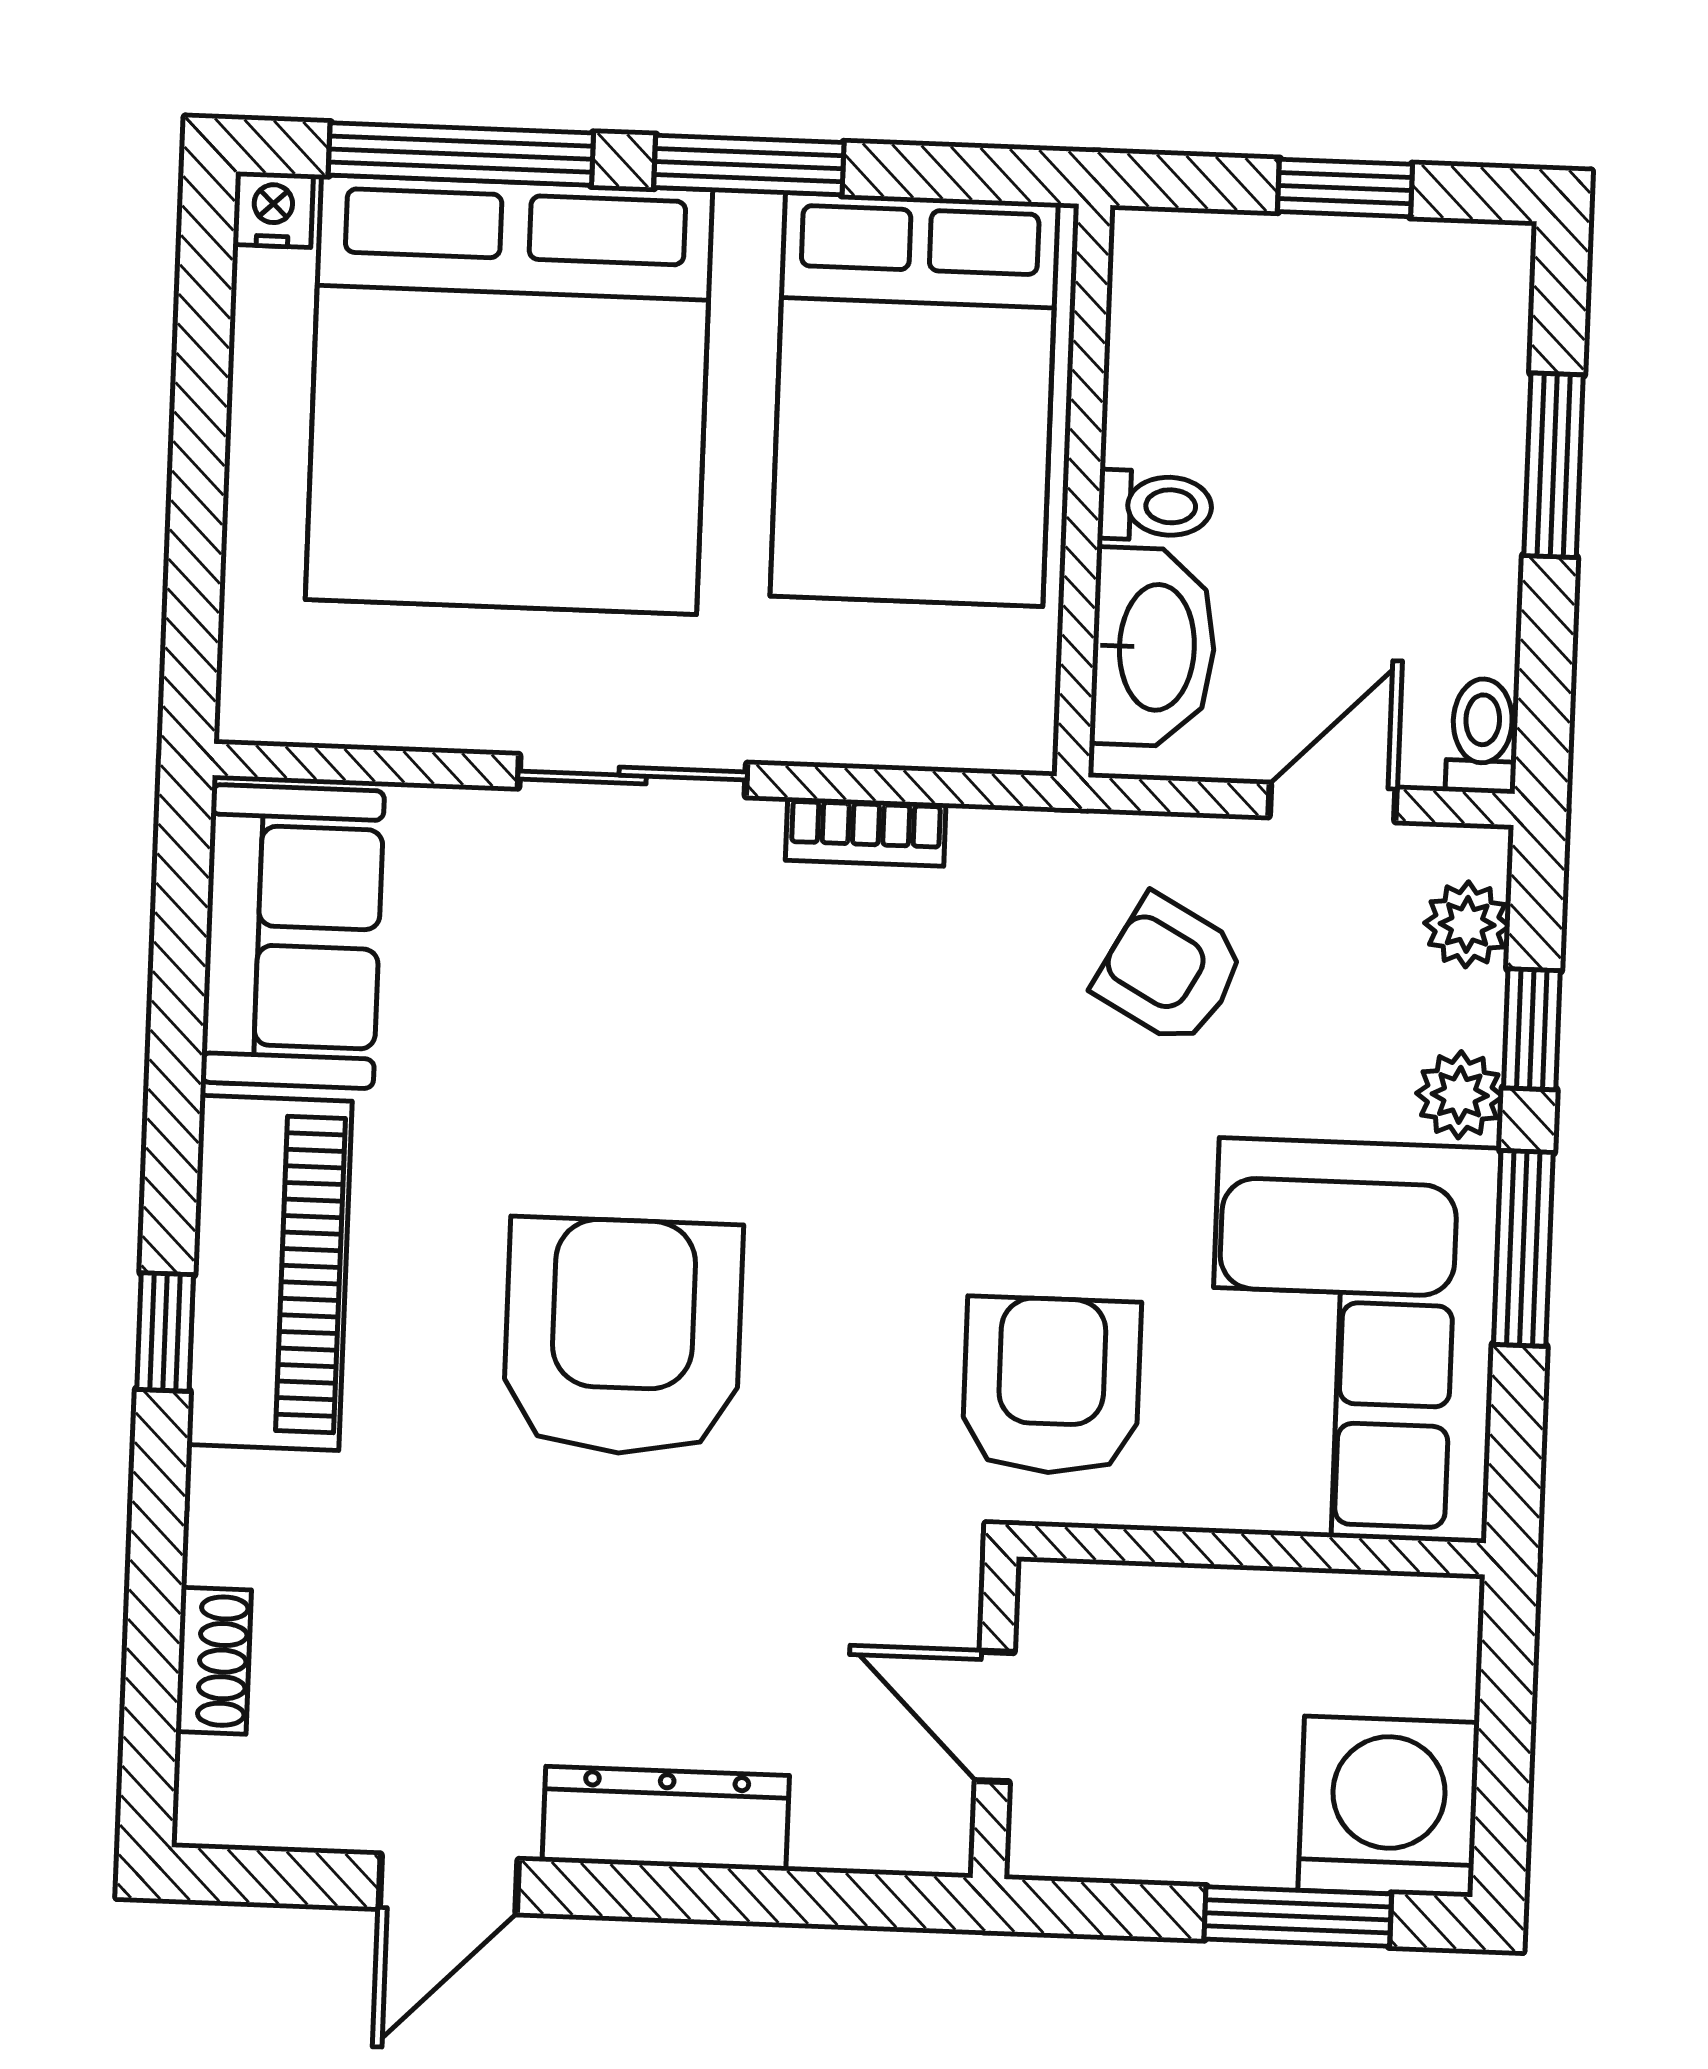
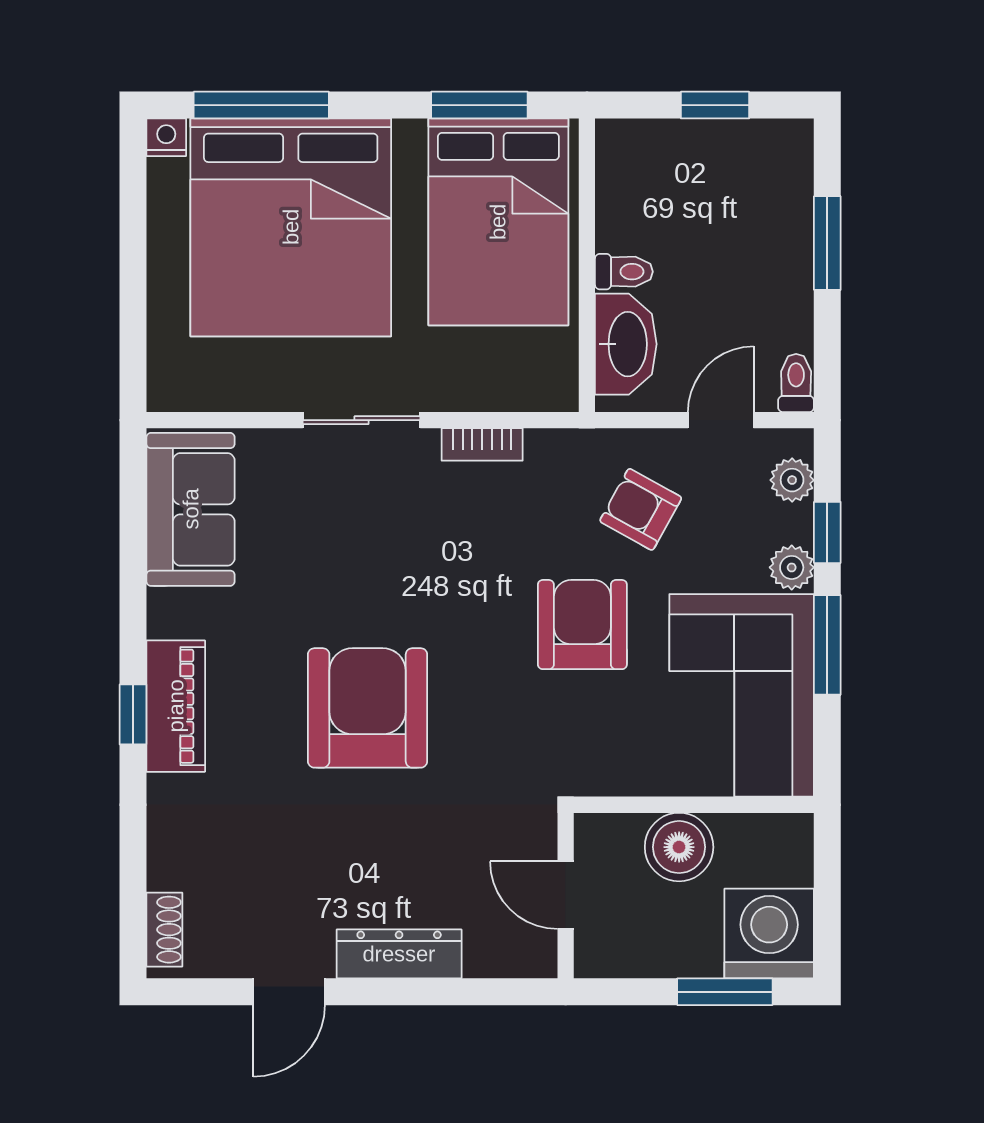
window: (749, 165) -> (479, 105), moved
piano: (269, 1273) -> (176, 706), width x0.73, depth x0.75
armchair: (1051, 1386) -> (582, 625), moved
boiler: (1219, 1631) -> (679, 847), added
shoe rack: (214, 1661) -> (164, 930), moved

